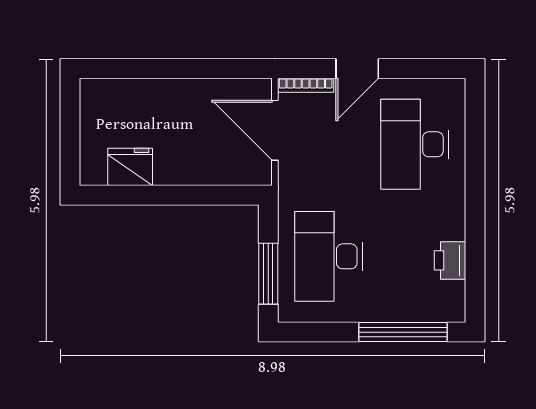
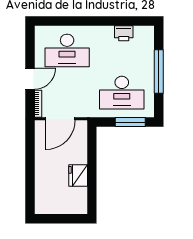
door: (357, 69) -> (30, 79), hinge flipped
fridge: (130, 167) -> (78, 176), moved
window: (403, 332) -> (159, 71), moved

